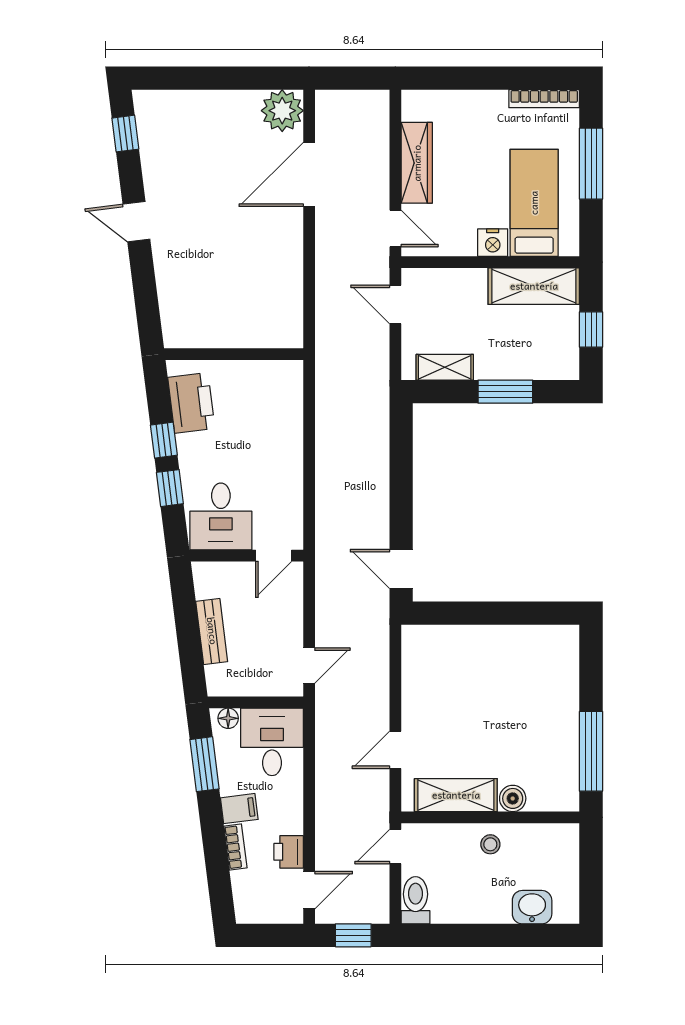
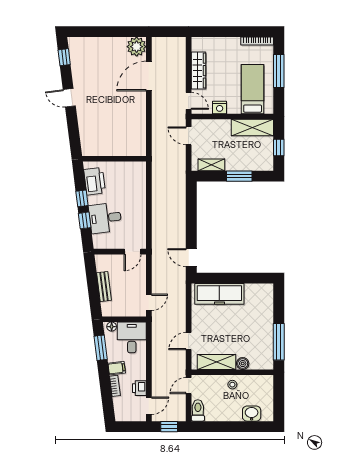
nightstand: (493, 243) -> (220, 107), moved
desk: (221, 516) -> (105, 218), moved, turned 83
freezer: (462, 647) -> (219, 294), added

